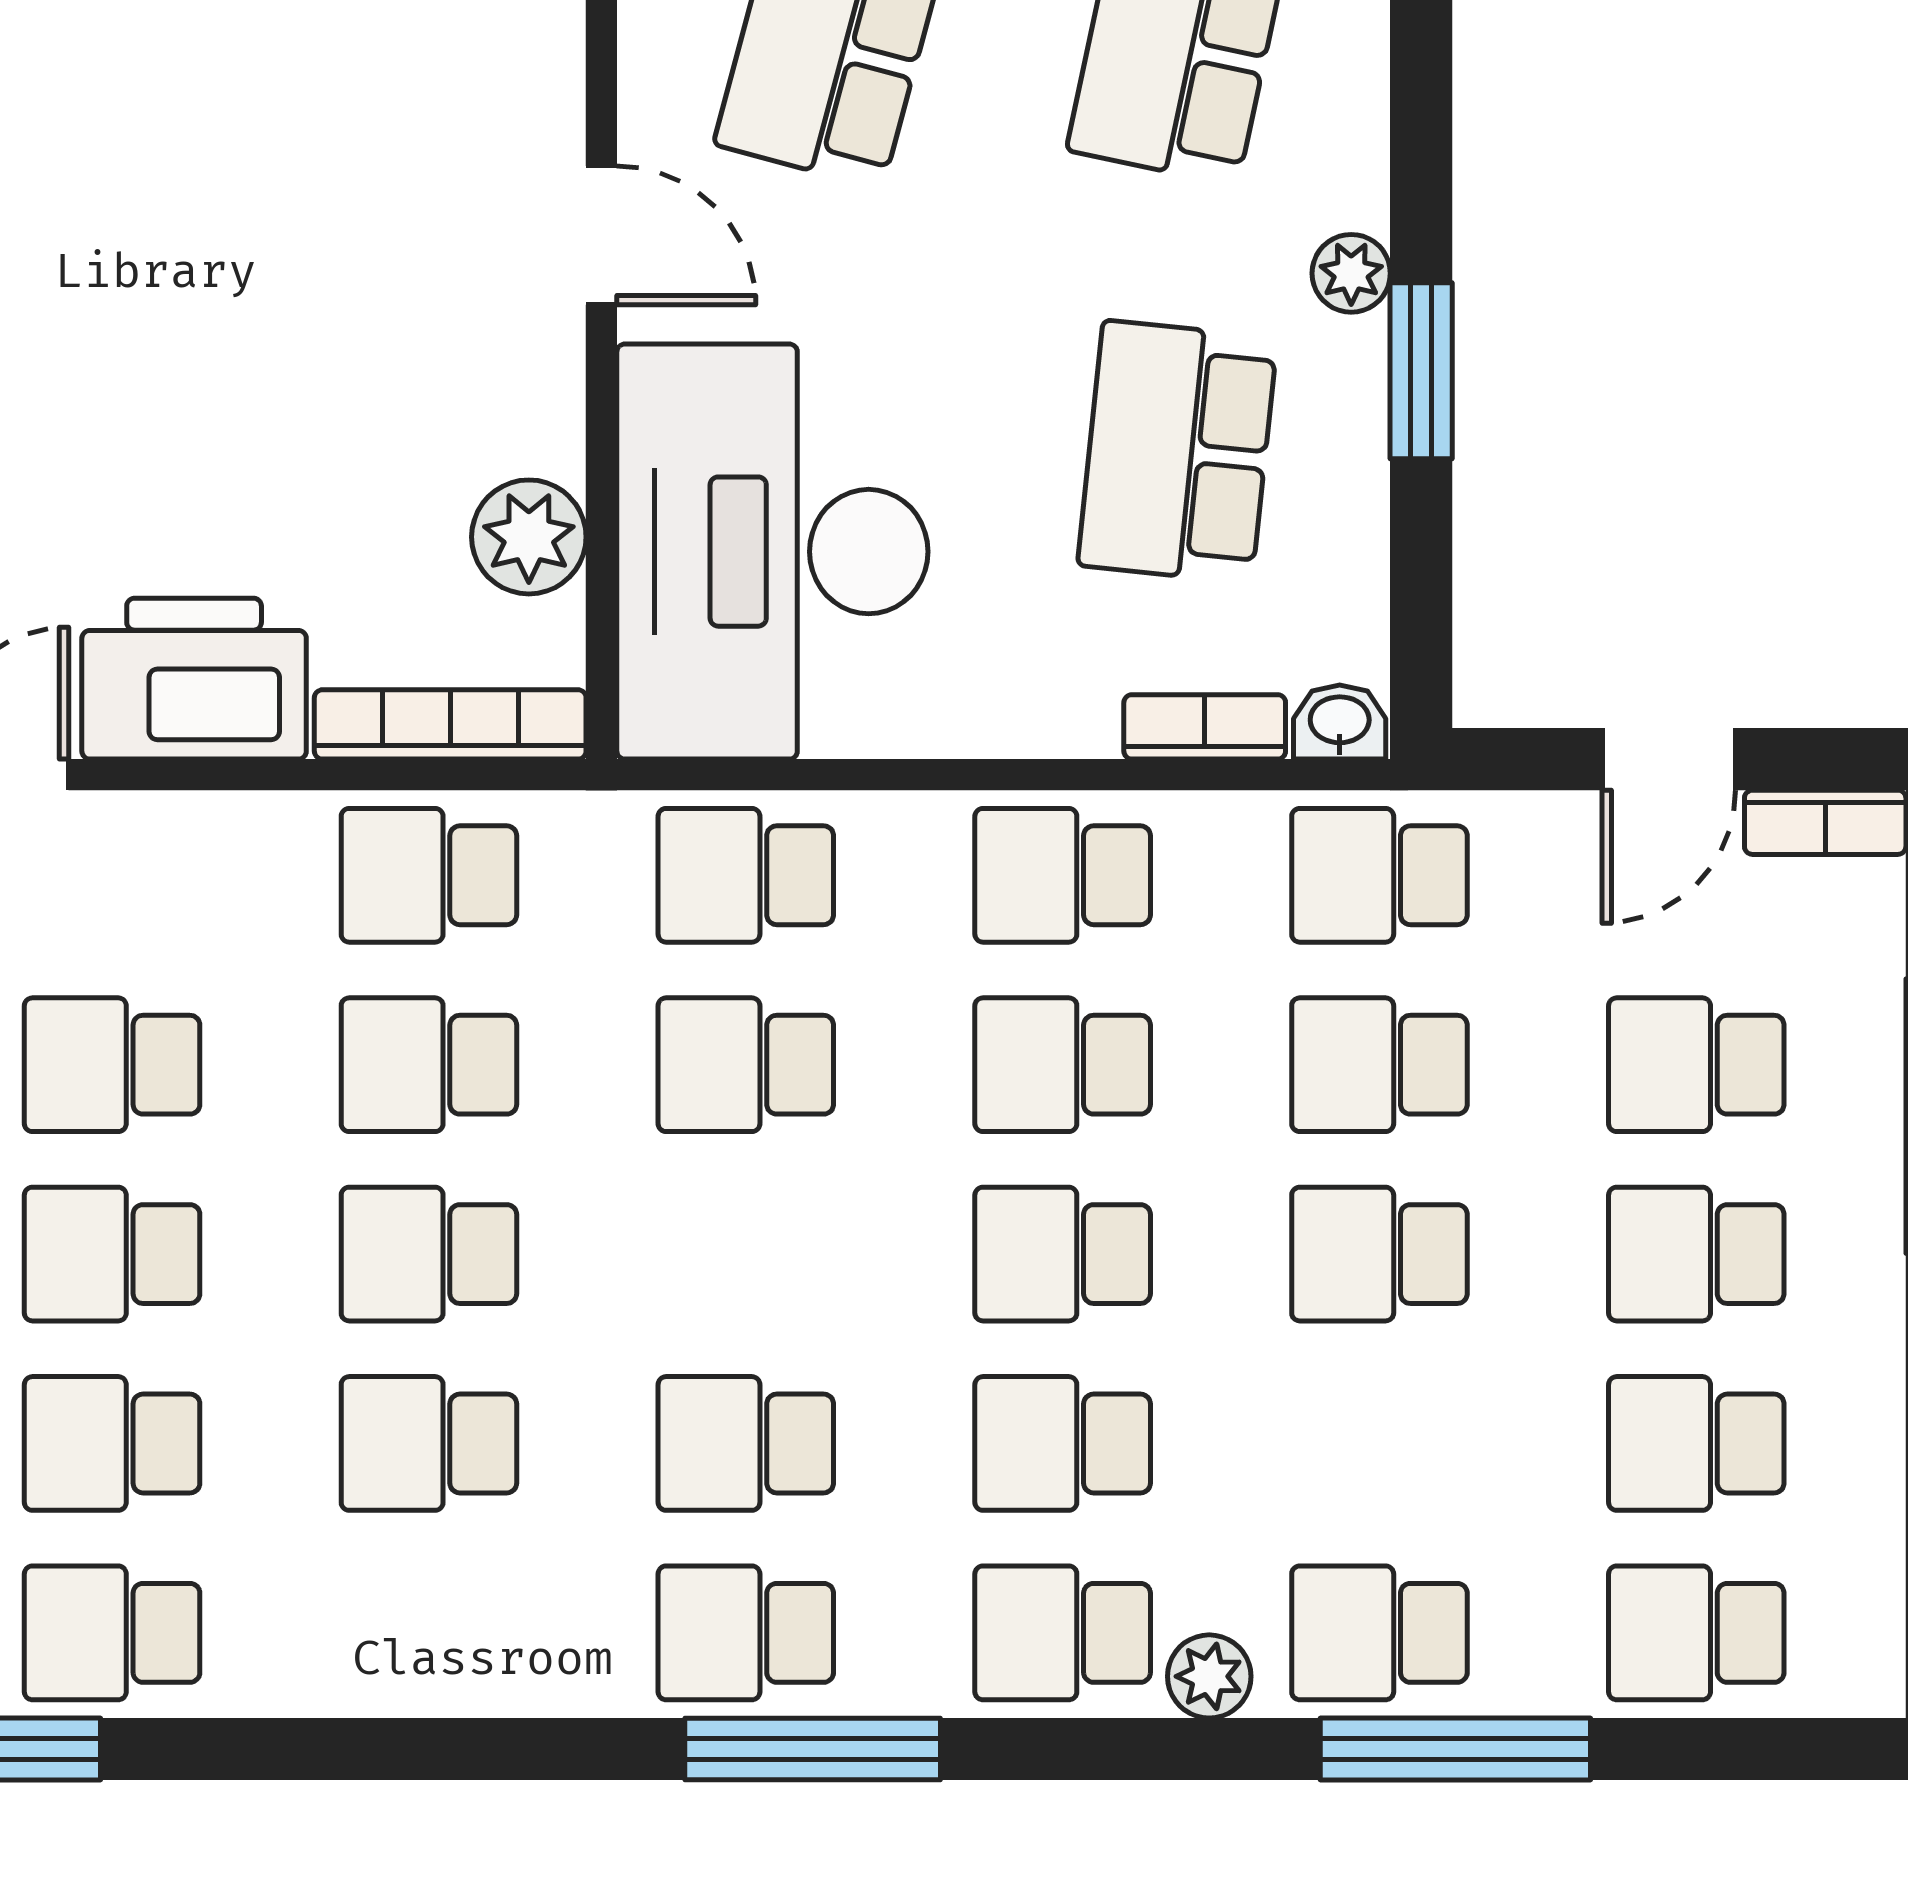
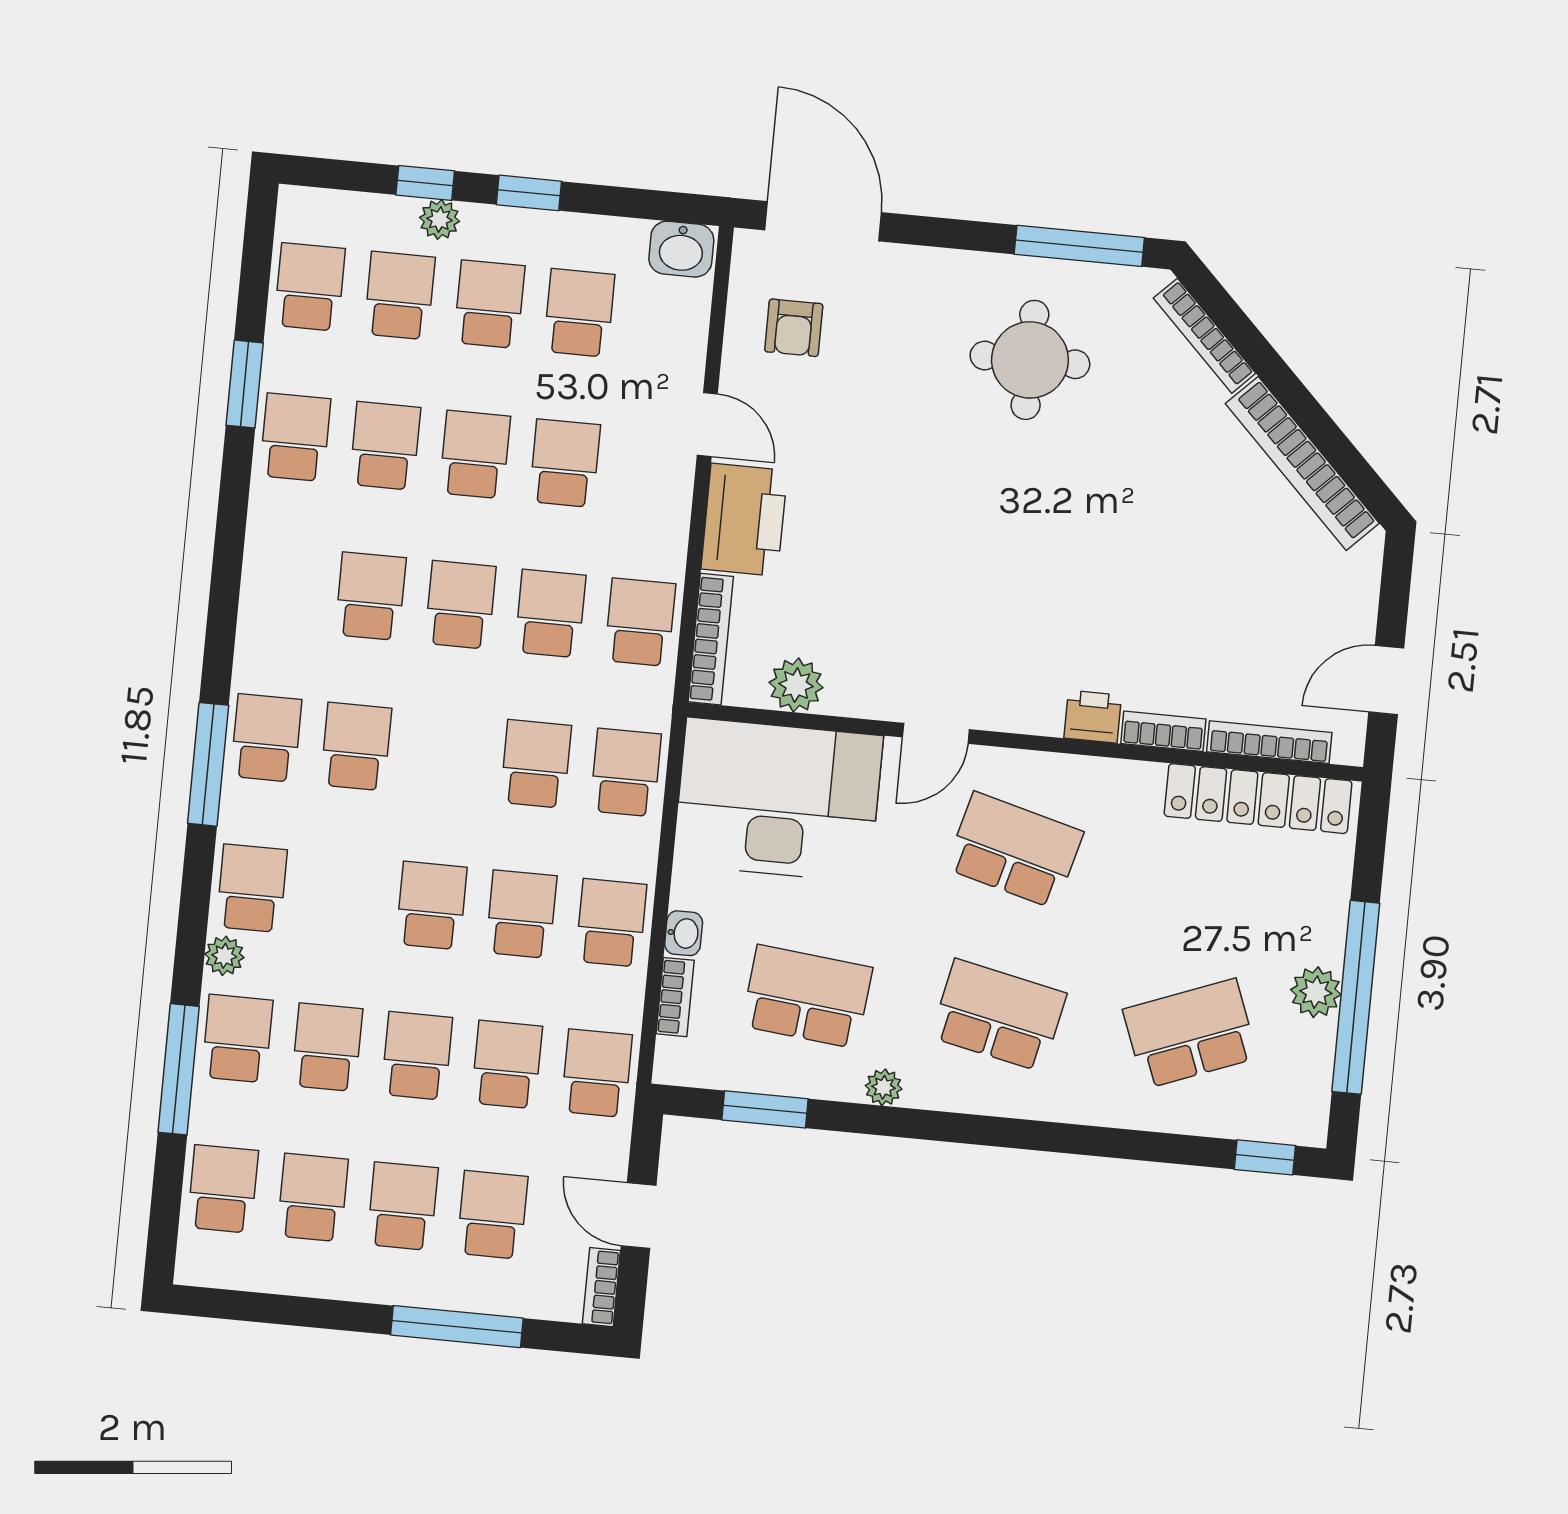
window: (1421, 371) -> (765, 1109), moved
washbasin: (1340, 722) -> (684, 933), moved
school desk: (1063, 1443) -> (327, 1047), moved

